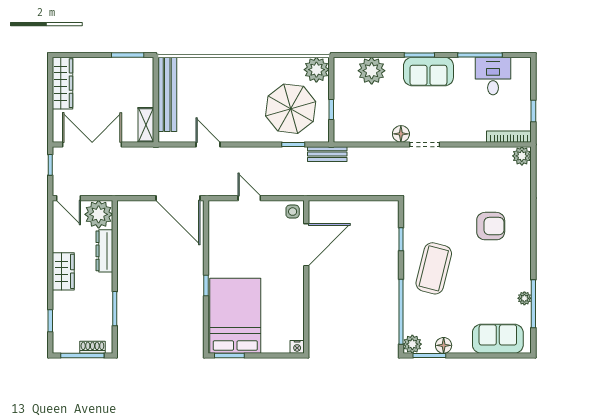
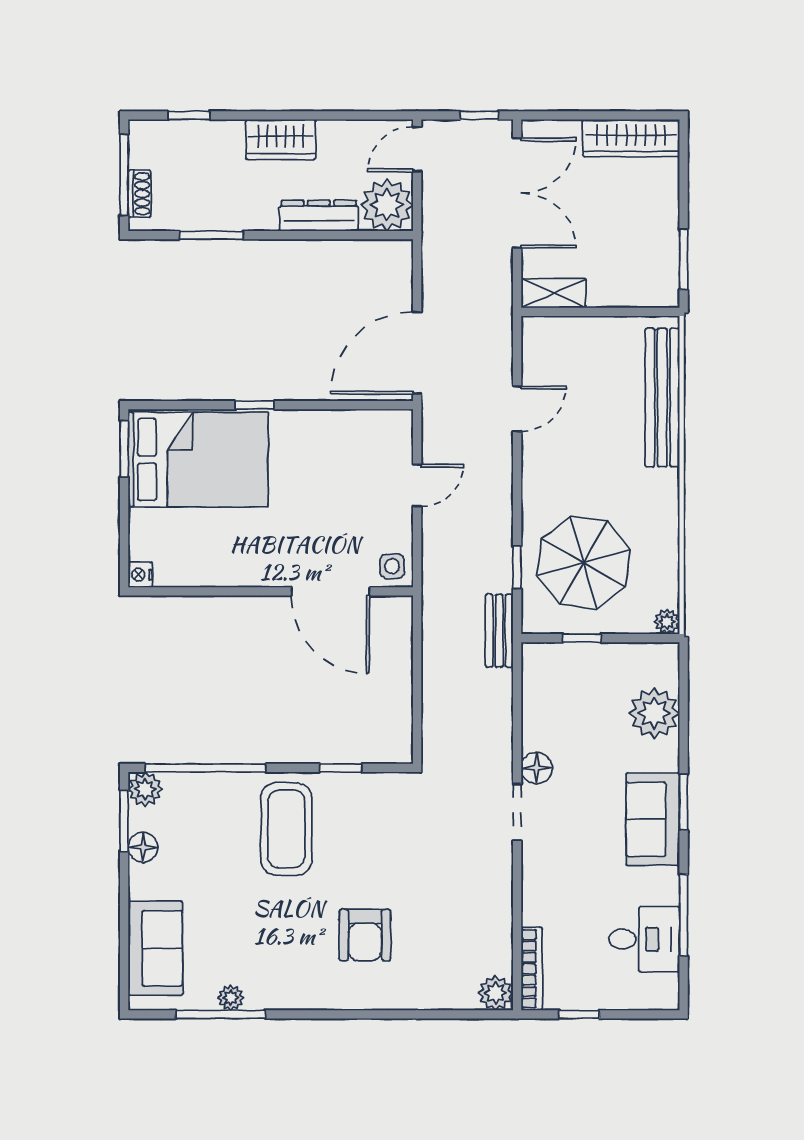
plant: (316, 70) -> (667, 622), width x0.53, depth x0.53
bench: (167, 94) -> (662, 397), moved, turned 90
coffee table: (434, 268) -> (286, 829), turned 76

